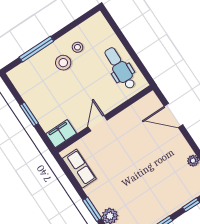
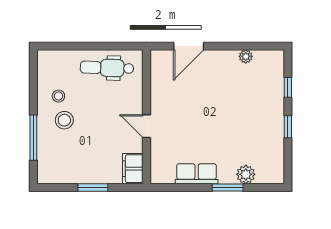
row of seats: (79, 169) -> (197, 174), moved

